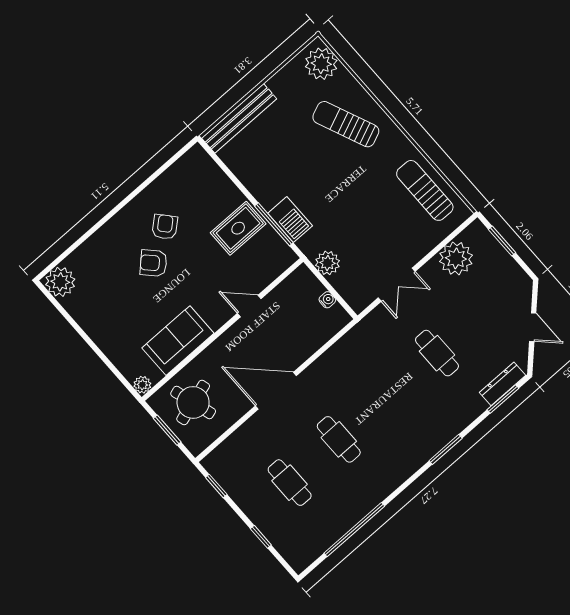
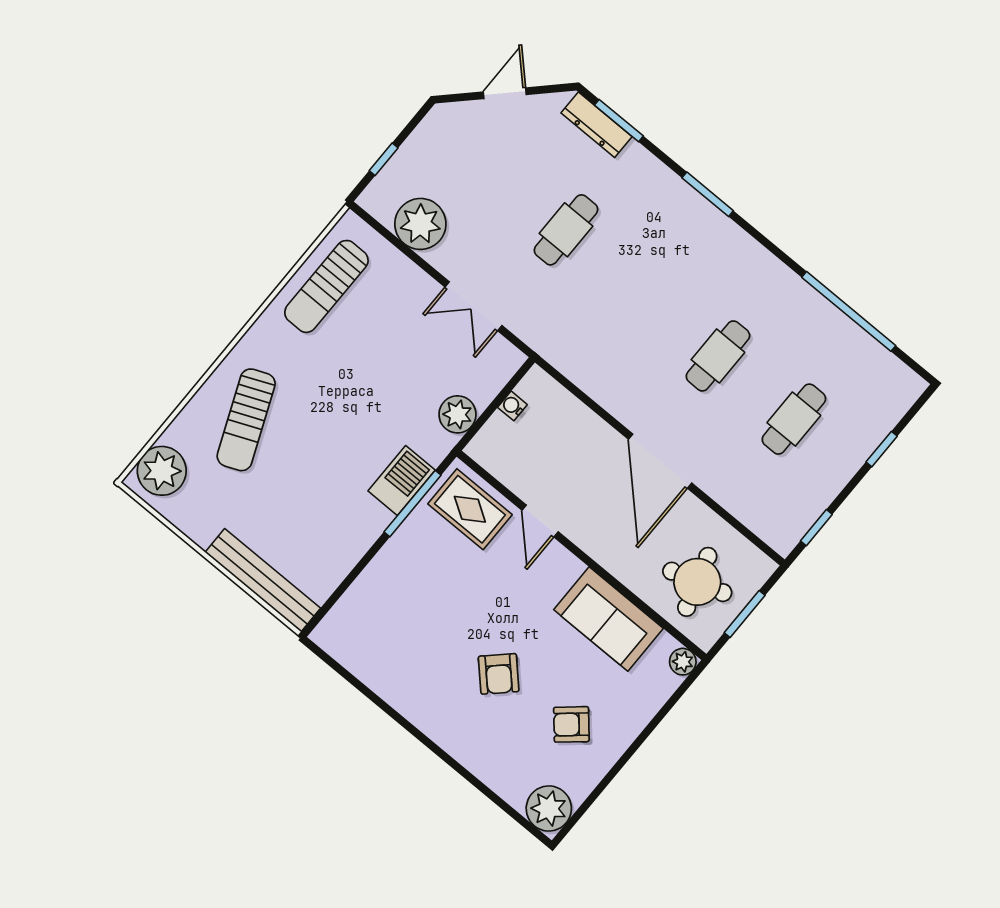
armchair: (165, 227) -> (571, 724), moved
rug: (238, 228) -> (470, 509), moved
window: (502, 241) -> (384, 159), width x0.67
double door: (397, 285) -> (473, 306), swing flipped

